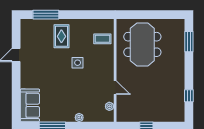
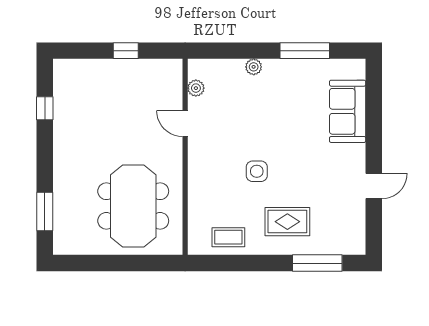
rug: (61, 36) -> (287, 222), turned 90
coffee table: (102, 39) -> (228, 237), moved
sofa: (30, 105) -> (348, 111), moved

